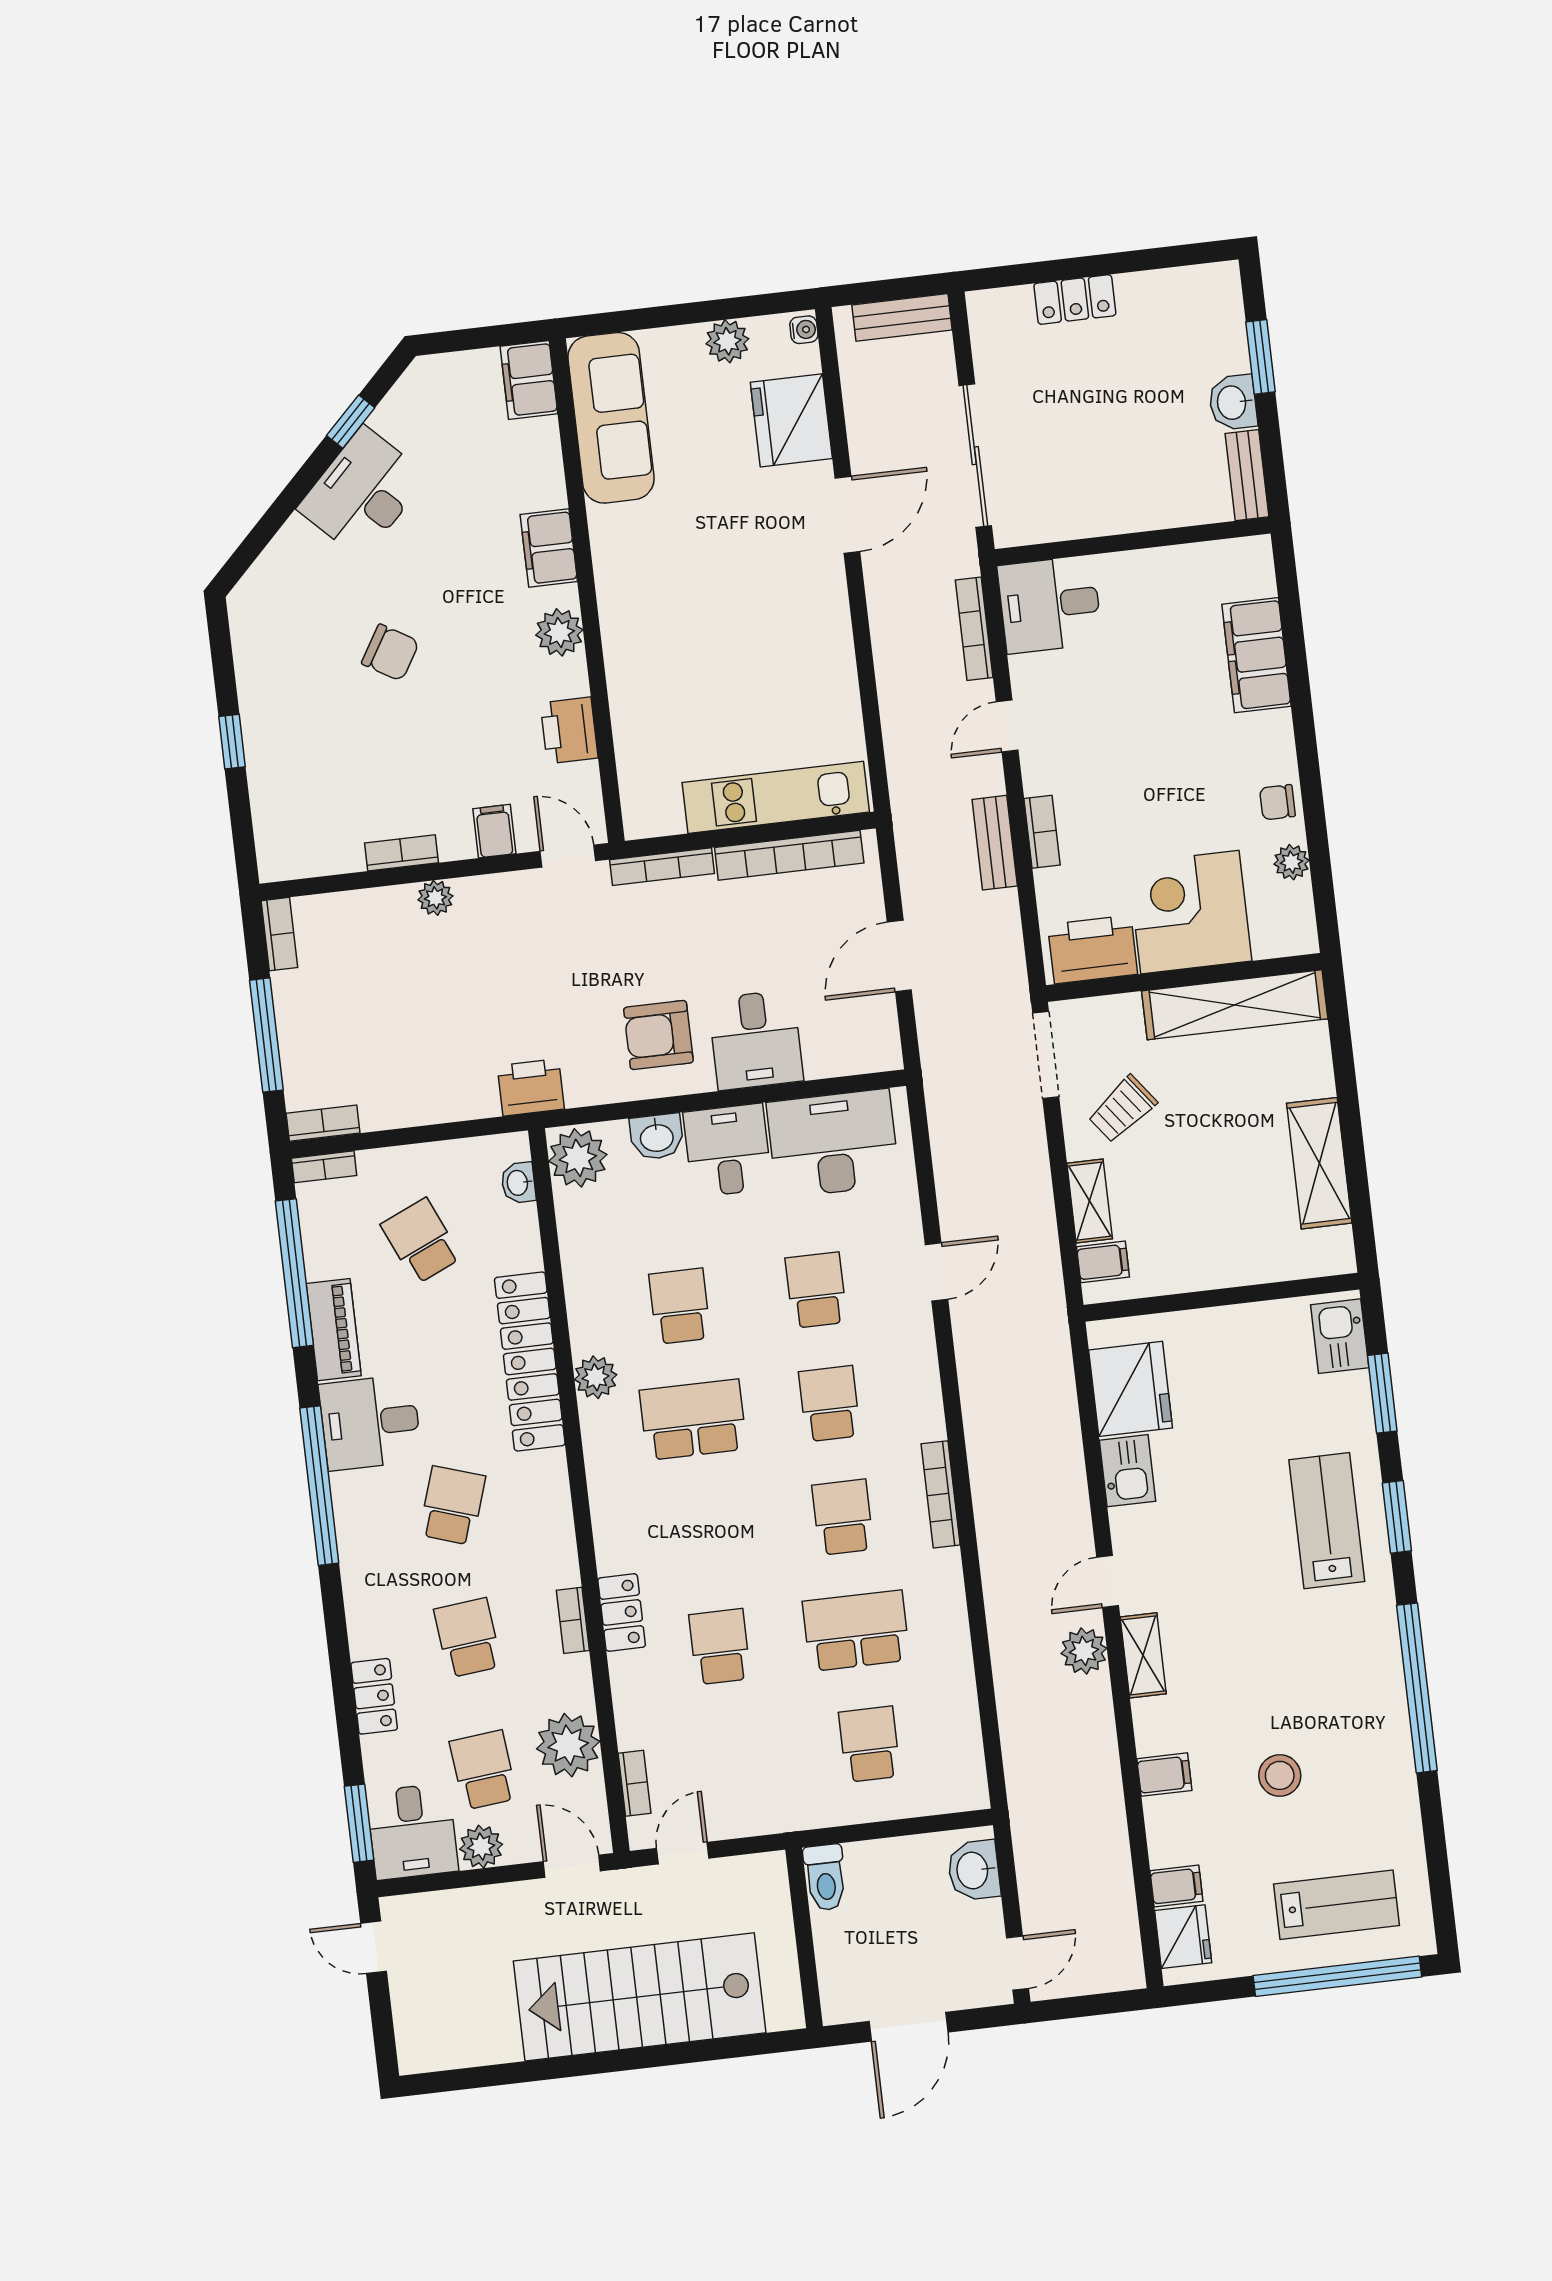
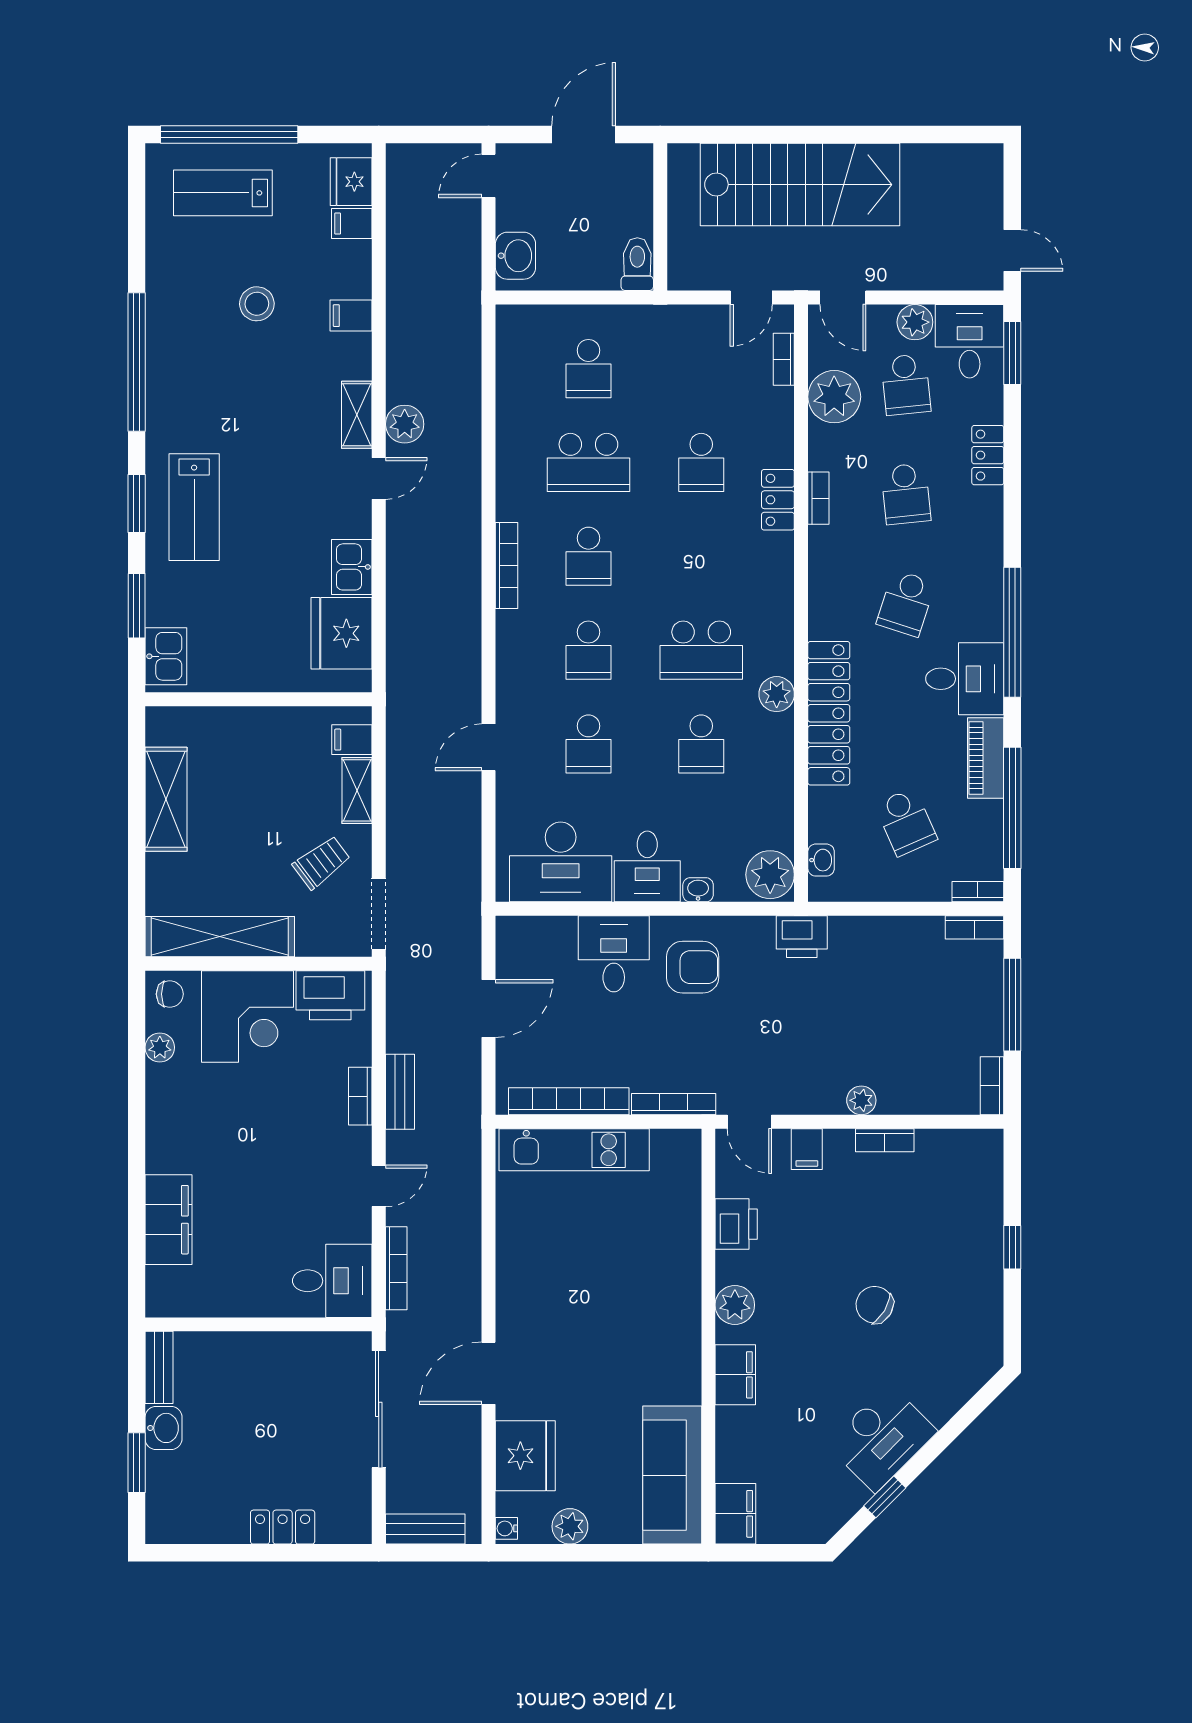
chair: (1277, 802) -> (170, 994), moved
washbasin: (657, 1137) -> (698, 890), width x0.72, depth x0.69

